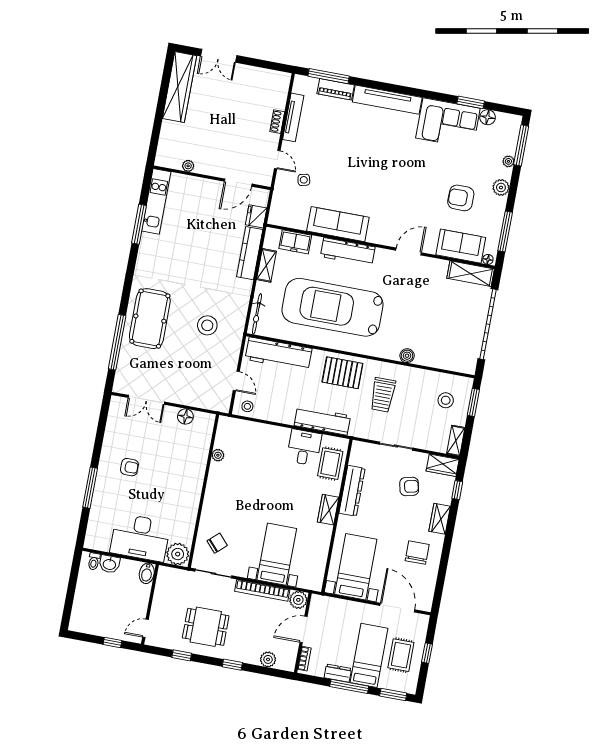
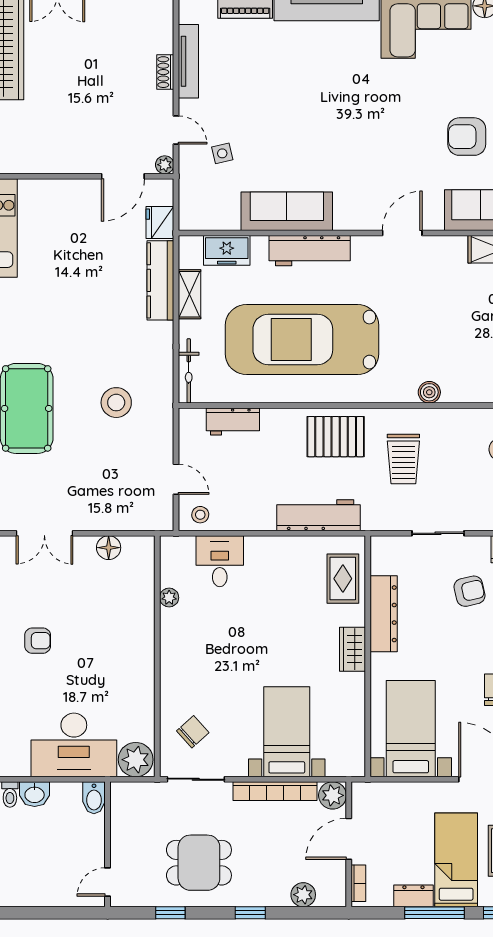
plant: (188, 166) -> (165, 165), moved
workbench: (279, 354) -> (233, 422), width x0.53, depth x0.76
desk: (304, 447) -> (220, 561), moved
window: (112, 642) -> (61, 913), removed

